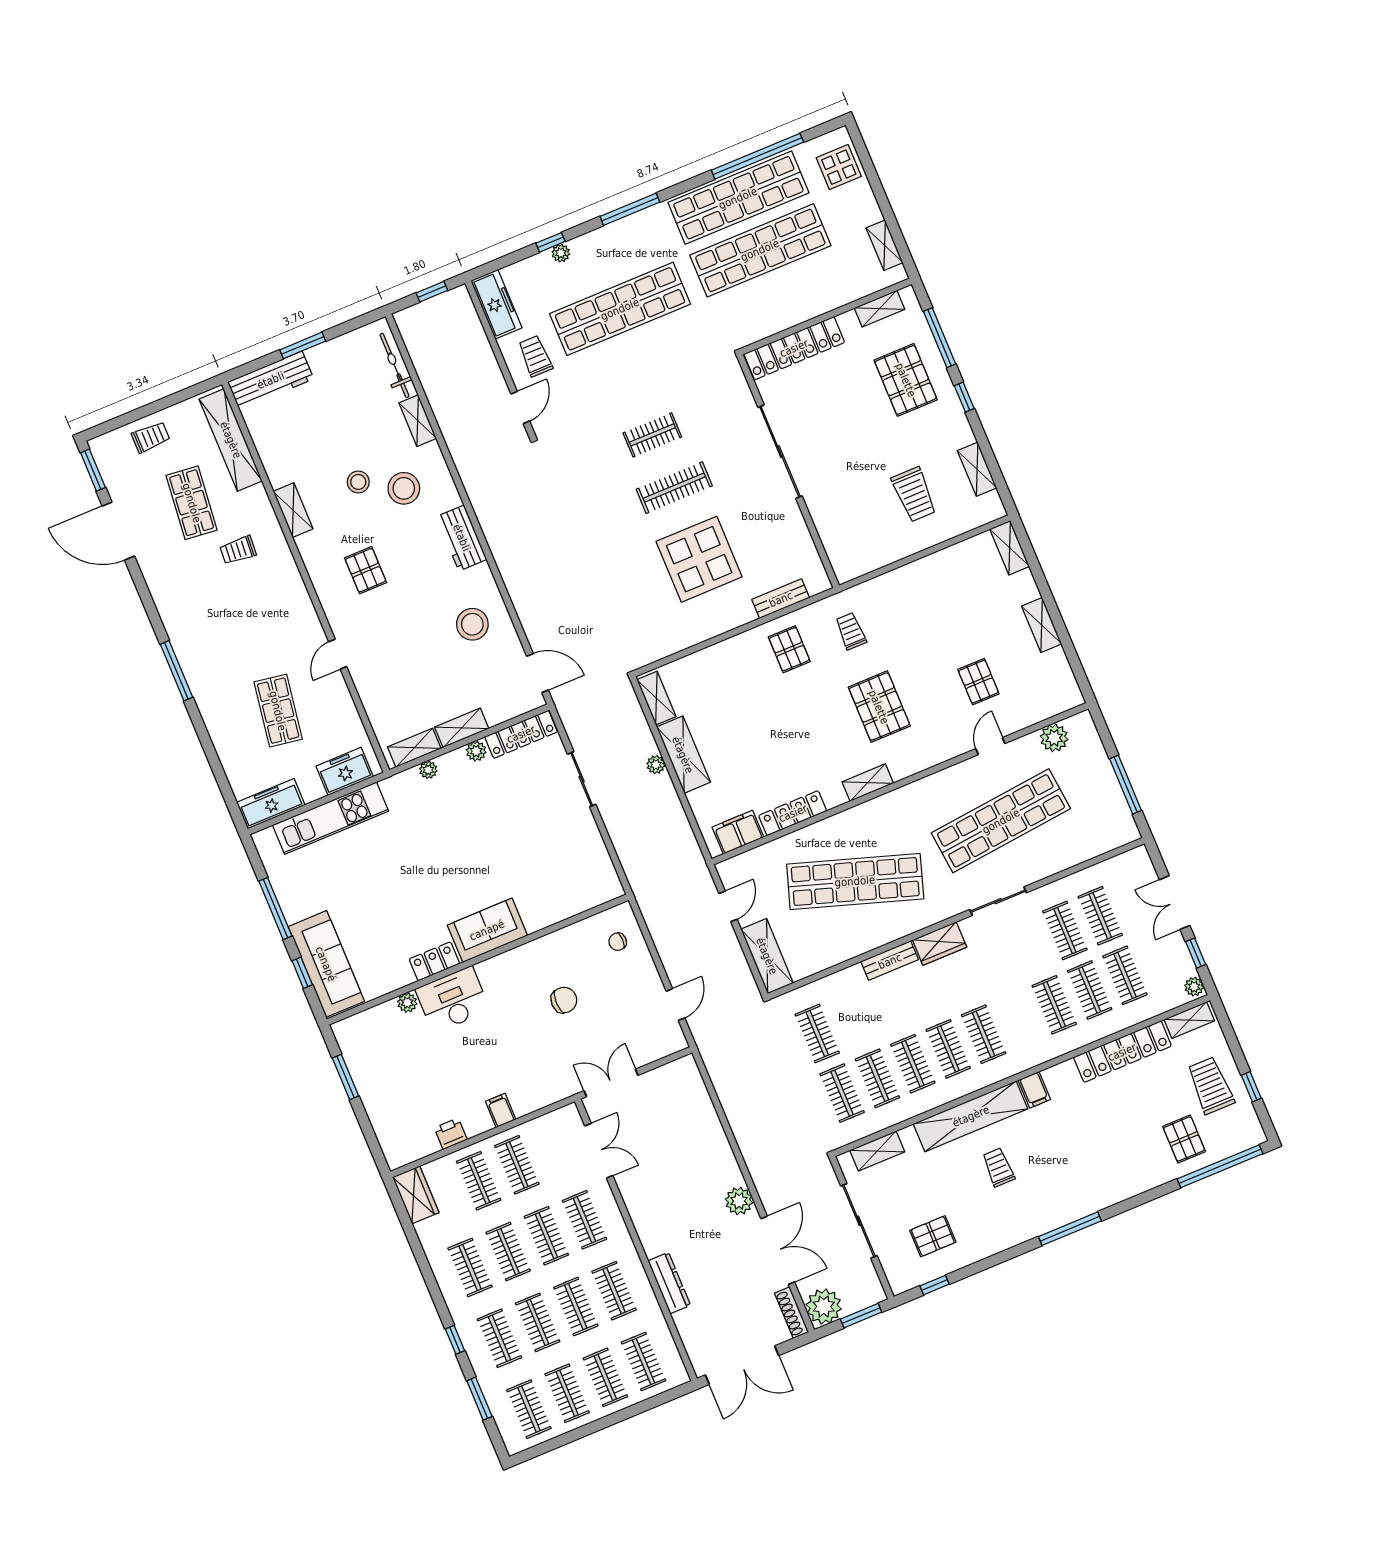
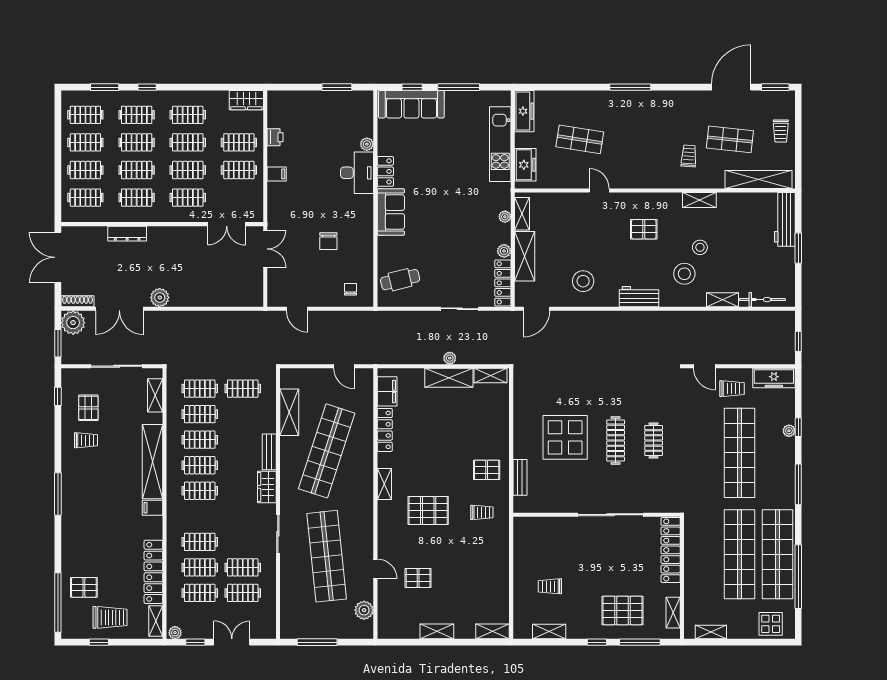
trolley: (914, 494) -> (550, 586), width x0.73, depth x0.72
shelving: (462, 728) -> (525, 256), width x1.50, depth x1.33
cafe table: (576, 879) -> (400, 280), added
shelving: (767, 956) -> (289, 412), moved, turned 90
trolley: (998, 1167) -> (86, 440), moved

